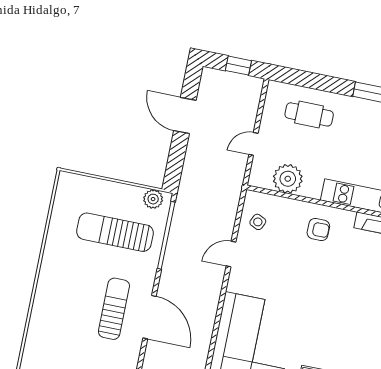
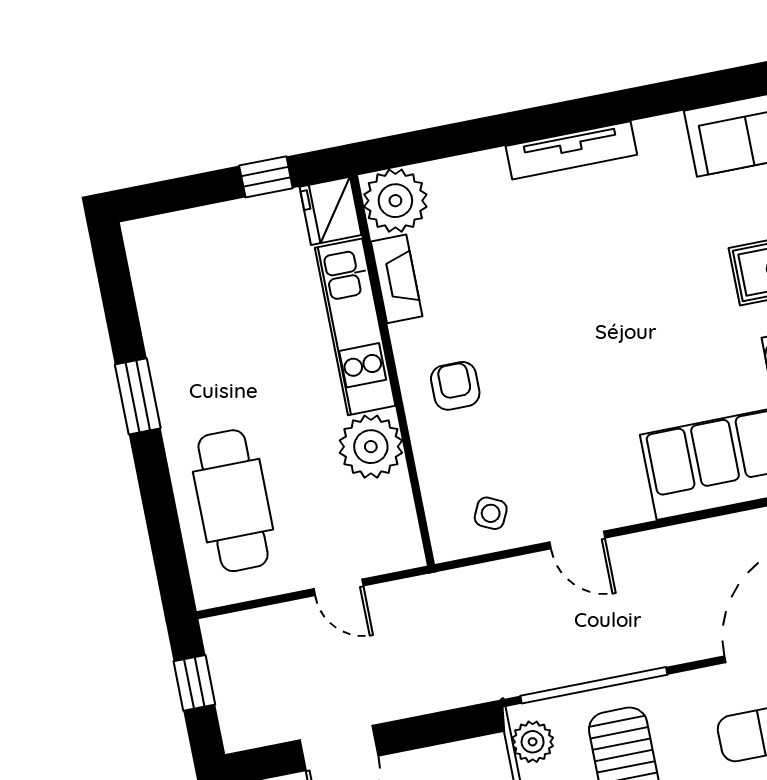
cafe table: (309, 114) -> (233, 501), width x1.37, depth x1.35
plant: (288, 179) -> (371, 447), moved

